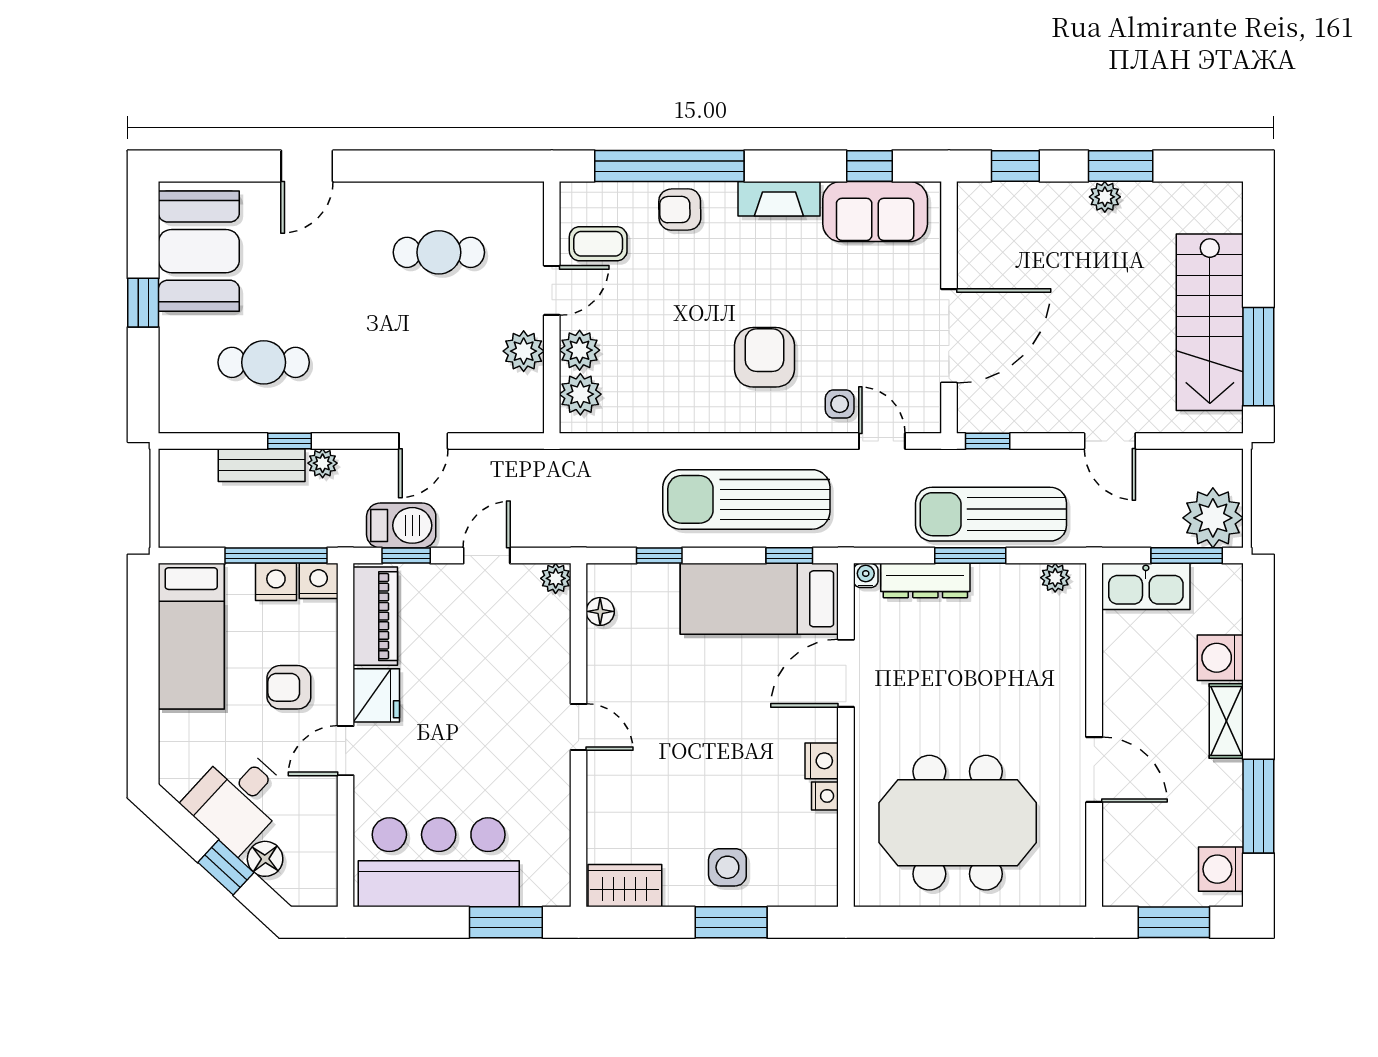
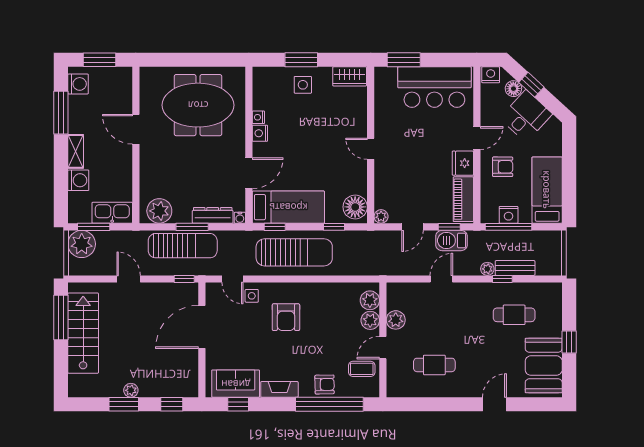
plant: (1055, 578) -> (159, 211), width x1.88, depth x1.88
nightstand: (319, 581) -> (491, 75), moved, turned 180
floor lamp: (600, 611) -> (355, 207), width x1.89, depth x1.89

